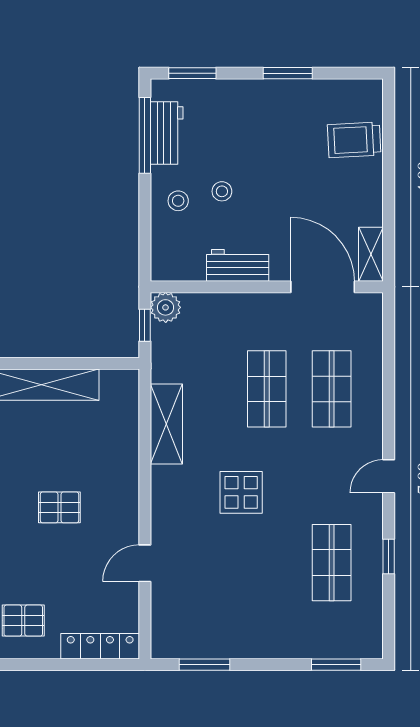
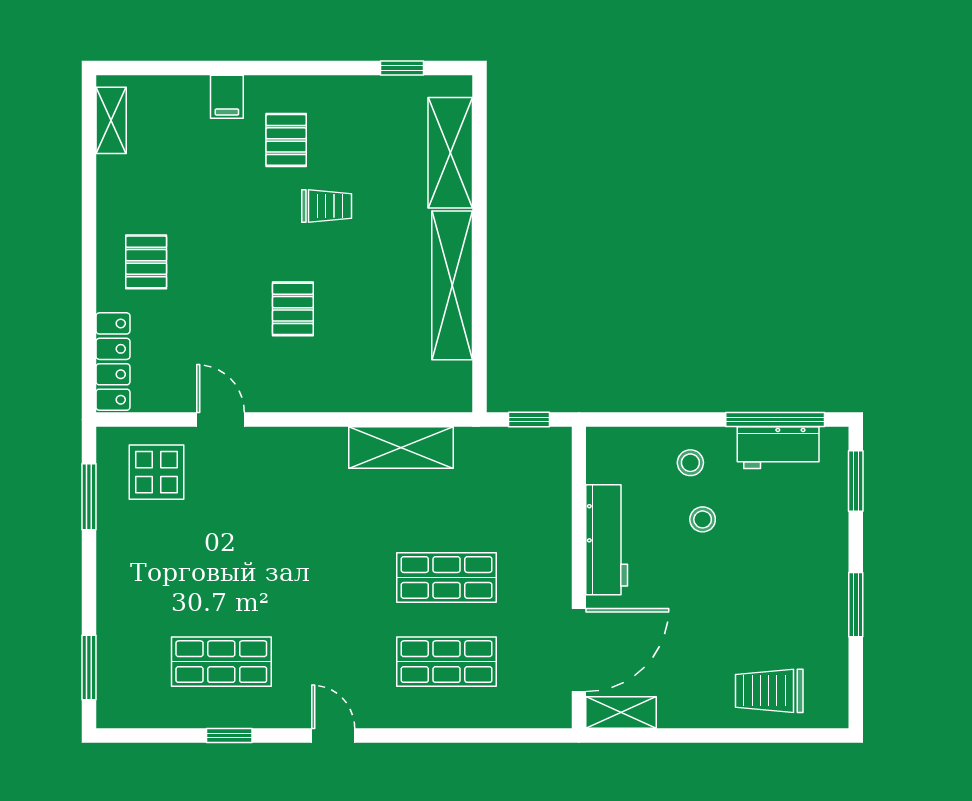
trolley: (354, 140) -> (769, 691), turned -87
workbench: (238, 265) -> (607, 540), width x1.37
plant: (166, 307) -> (552, 446), removed
display table: (241, 492) -> (157, 472), moved

